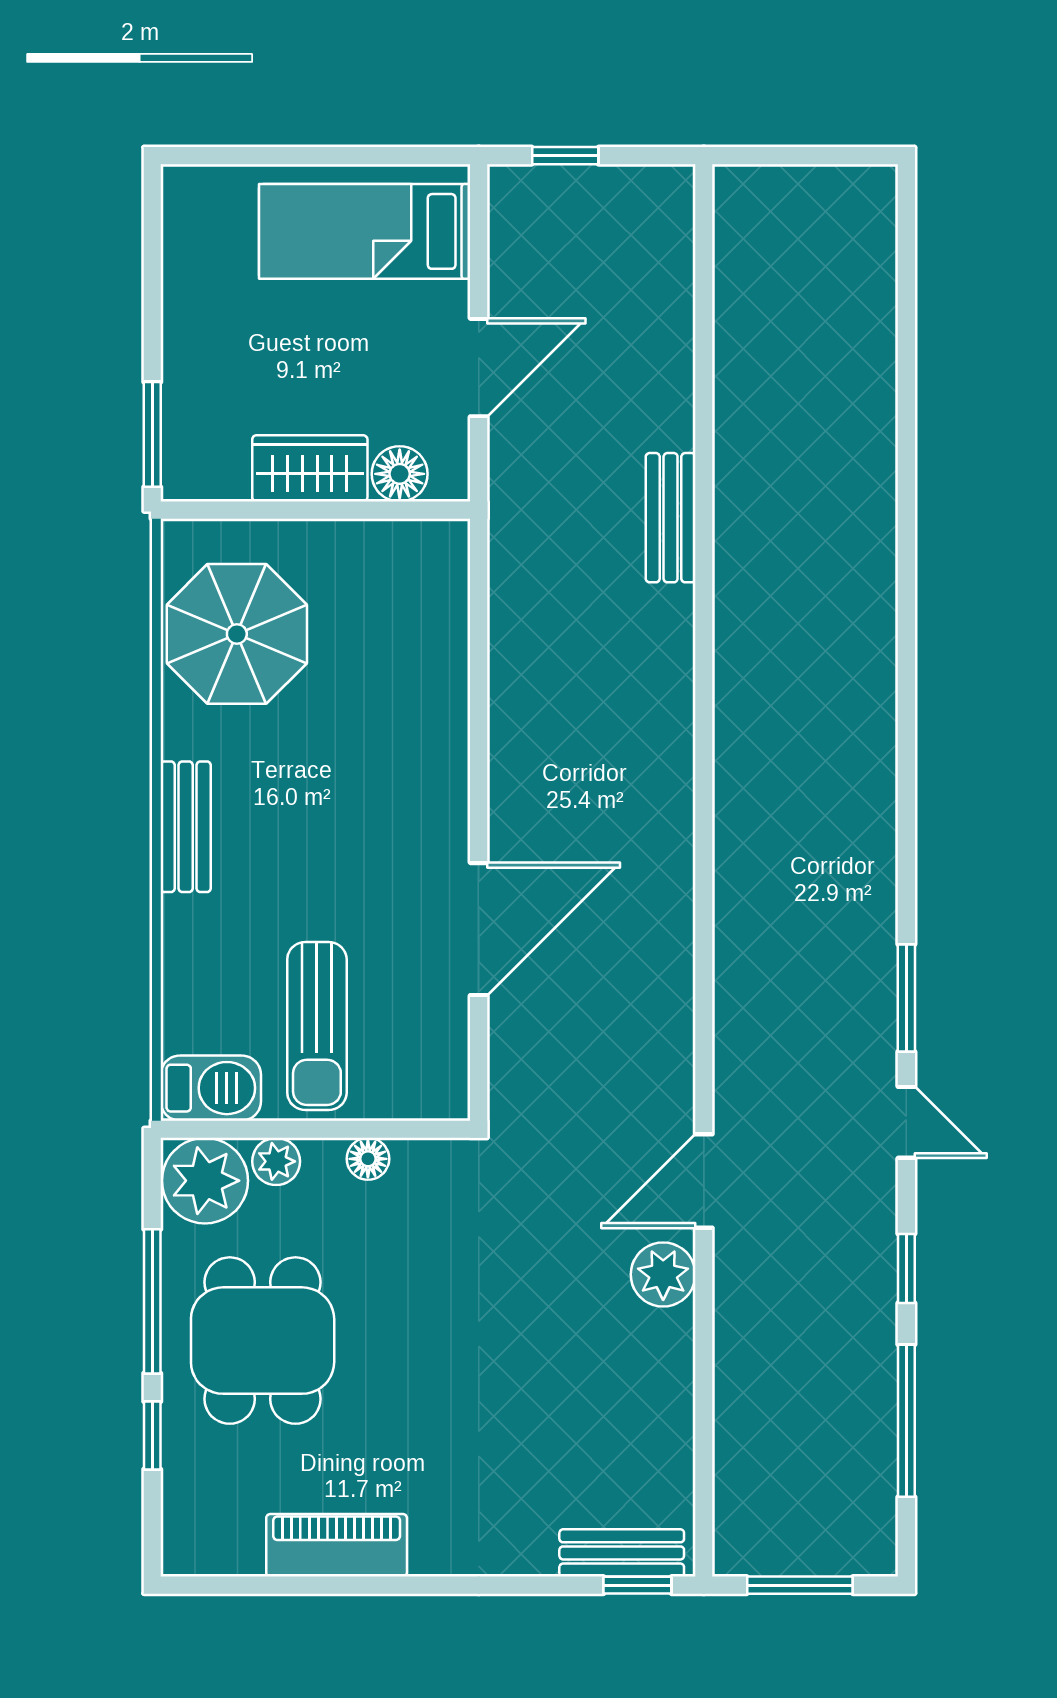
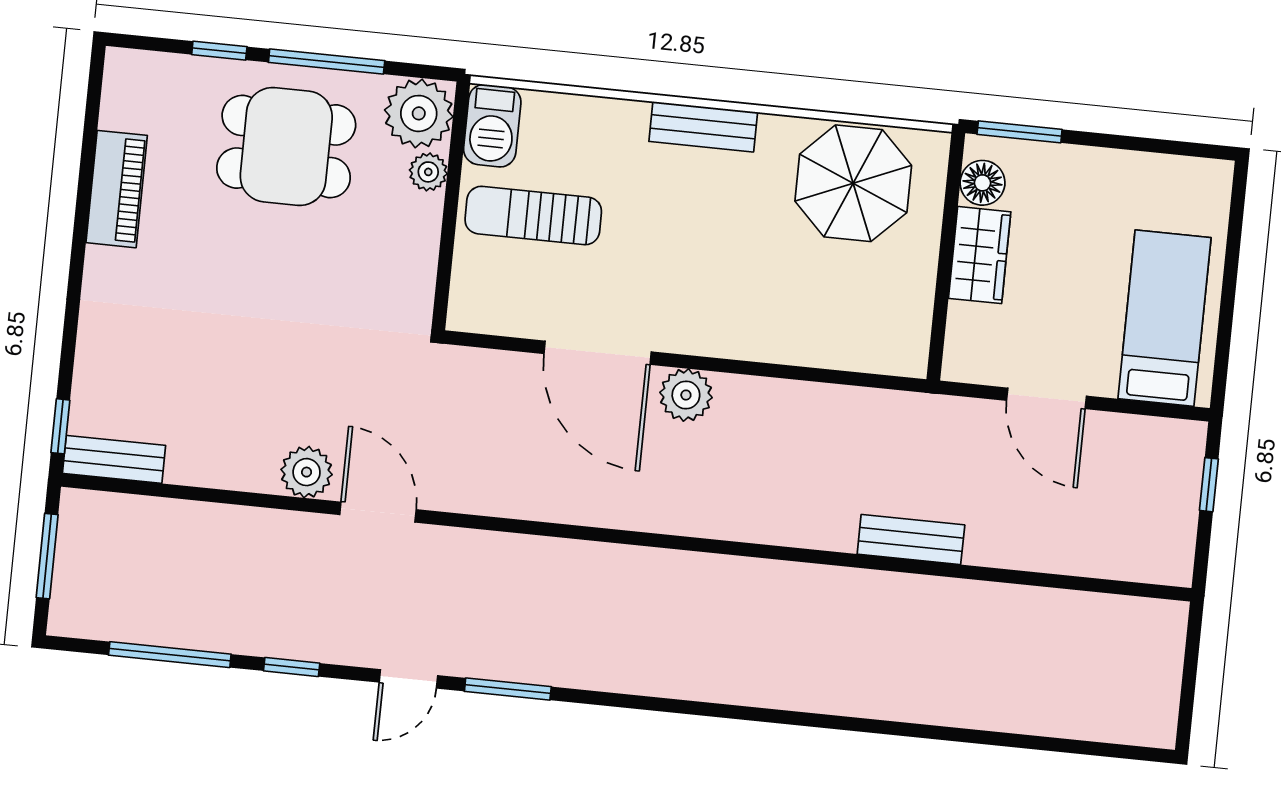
floor lamp: (400, 474) -> (982, 183), moved
plant: (520, 814) -> (686, 395), added
floor lamp: (368, 1159) -> (423, 246), removed
bench: (622, 1553) -> (114, 459), moved, turned 90

